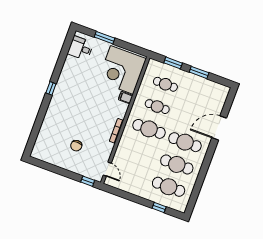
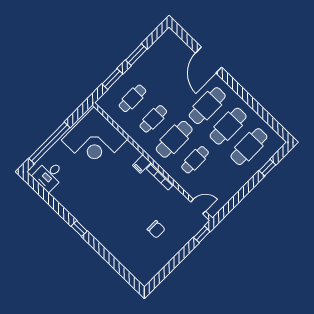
window: (105, 38) -> (49, 143), width x2.11
filing cabinet: (126, 97) -> (142, 164), moved
cafe table: (141, 151) -> (195, 160), added

